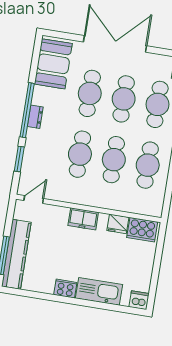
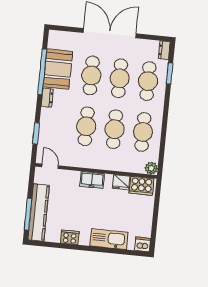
booth: (53, 64) -> (58, 69), moved
window: (27, 110) -> (42, 72), moved
door: (34, 199) -> (50, 166), hinge flipped
plant: (155, 209) -> (151, 168), added
cooker: (65, 289) -> (70, 237), moved

